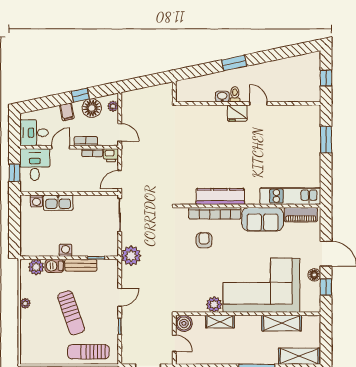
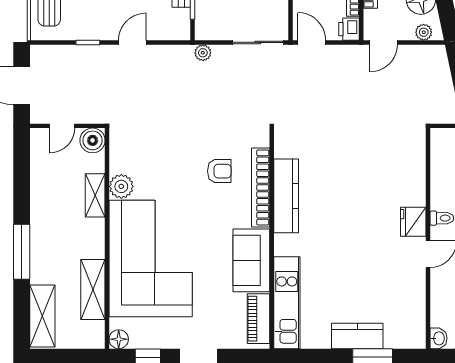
washbasin: (222, 97) -> (438, 338), moved
kitchen counter: (312, 150) -> (357, 336), added
plant: (131, 256) -> (203, 53), width x0.53, depth x0.53
floor lamp: (314, 275) -> (119, 339), moved
door: (120, 297) -> (132, 42), swing flipped

